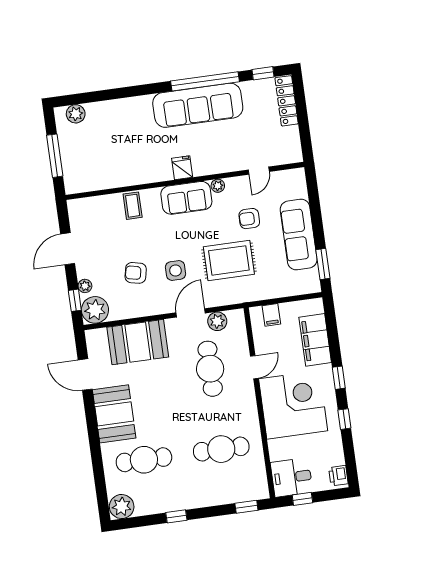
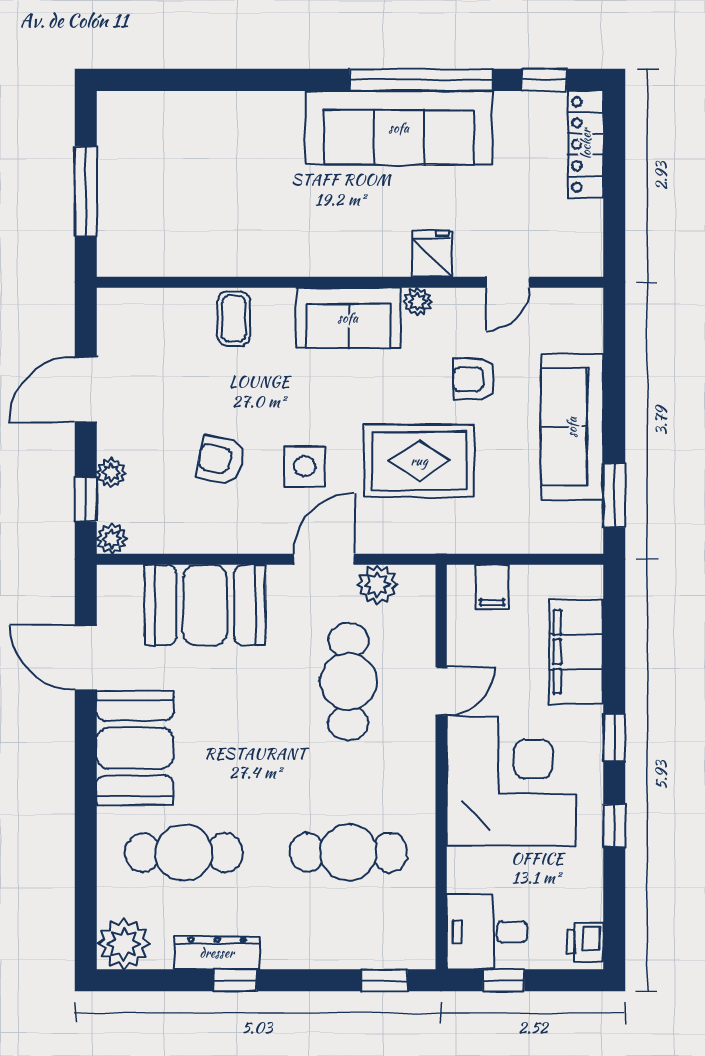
plant: (76, 114) -> (142, 110), removed
fridge: (182, 168) -> (432, 254), moved
plant: (95, 310) -> (112, 539), width x0.53, depth x0.53
dresser: (166, 505) -> (217, 953), added

